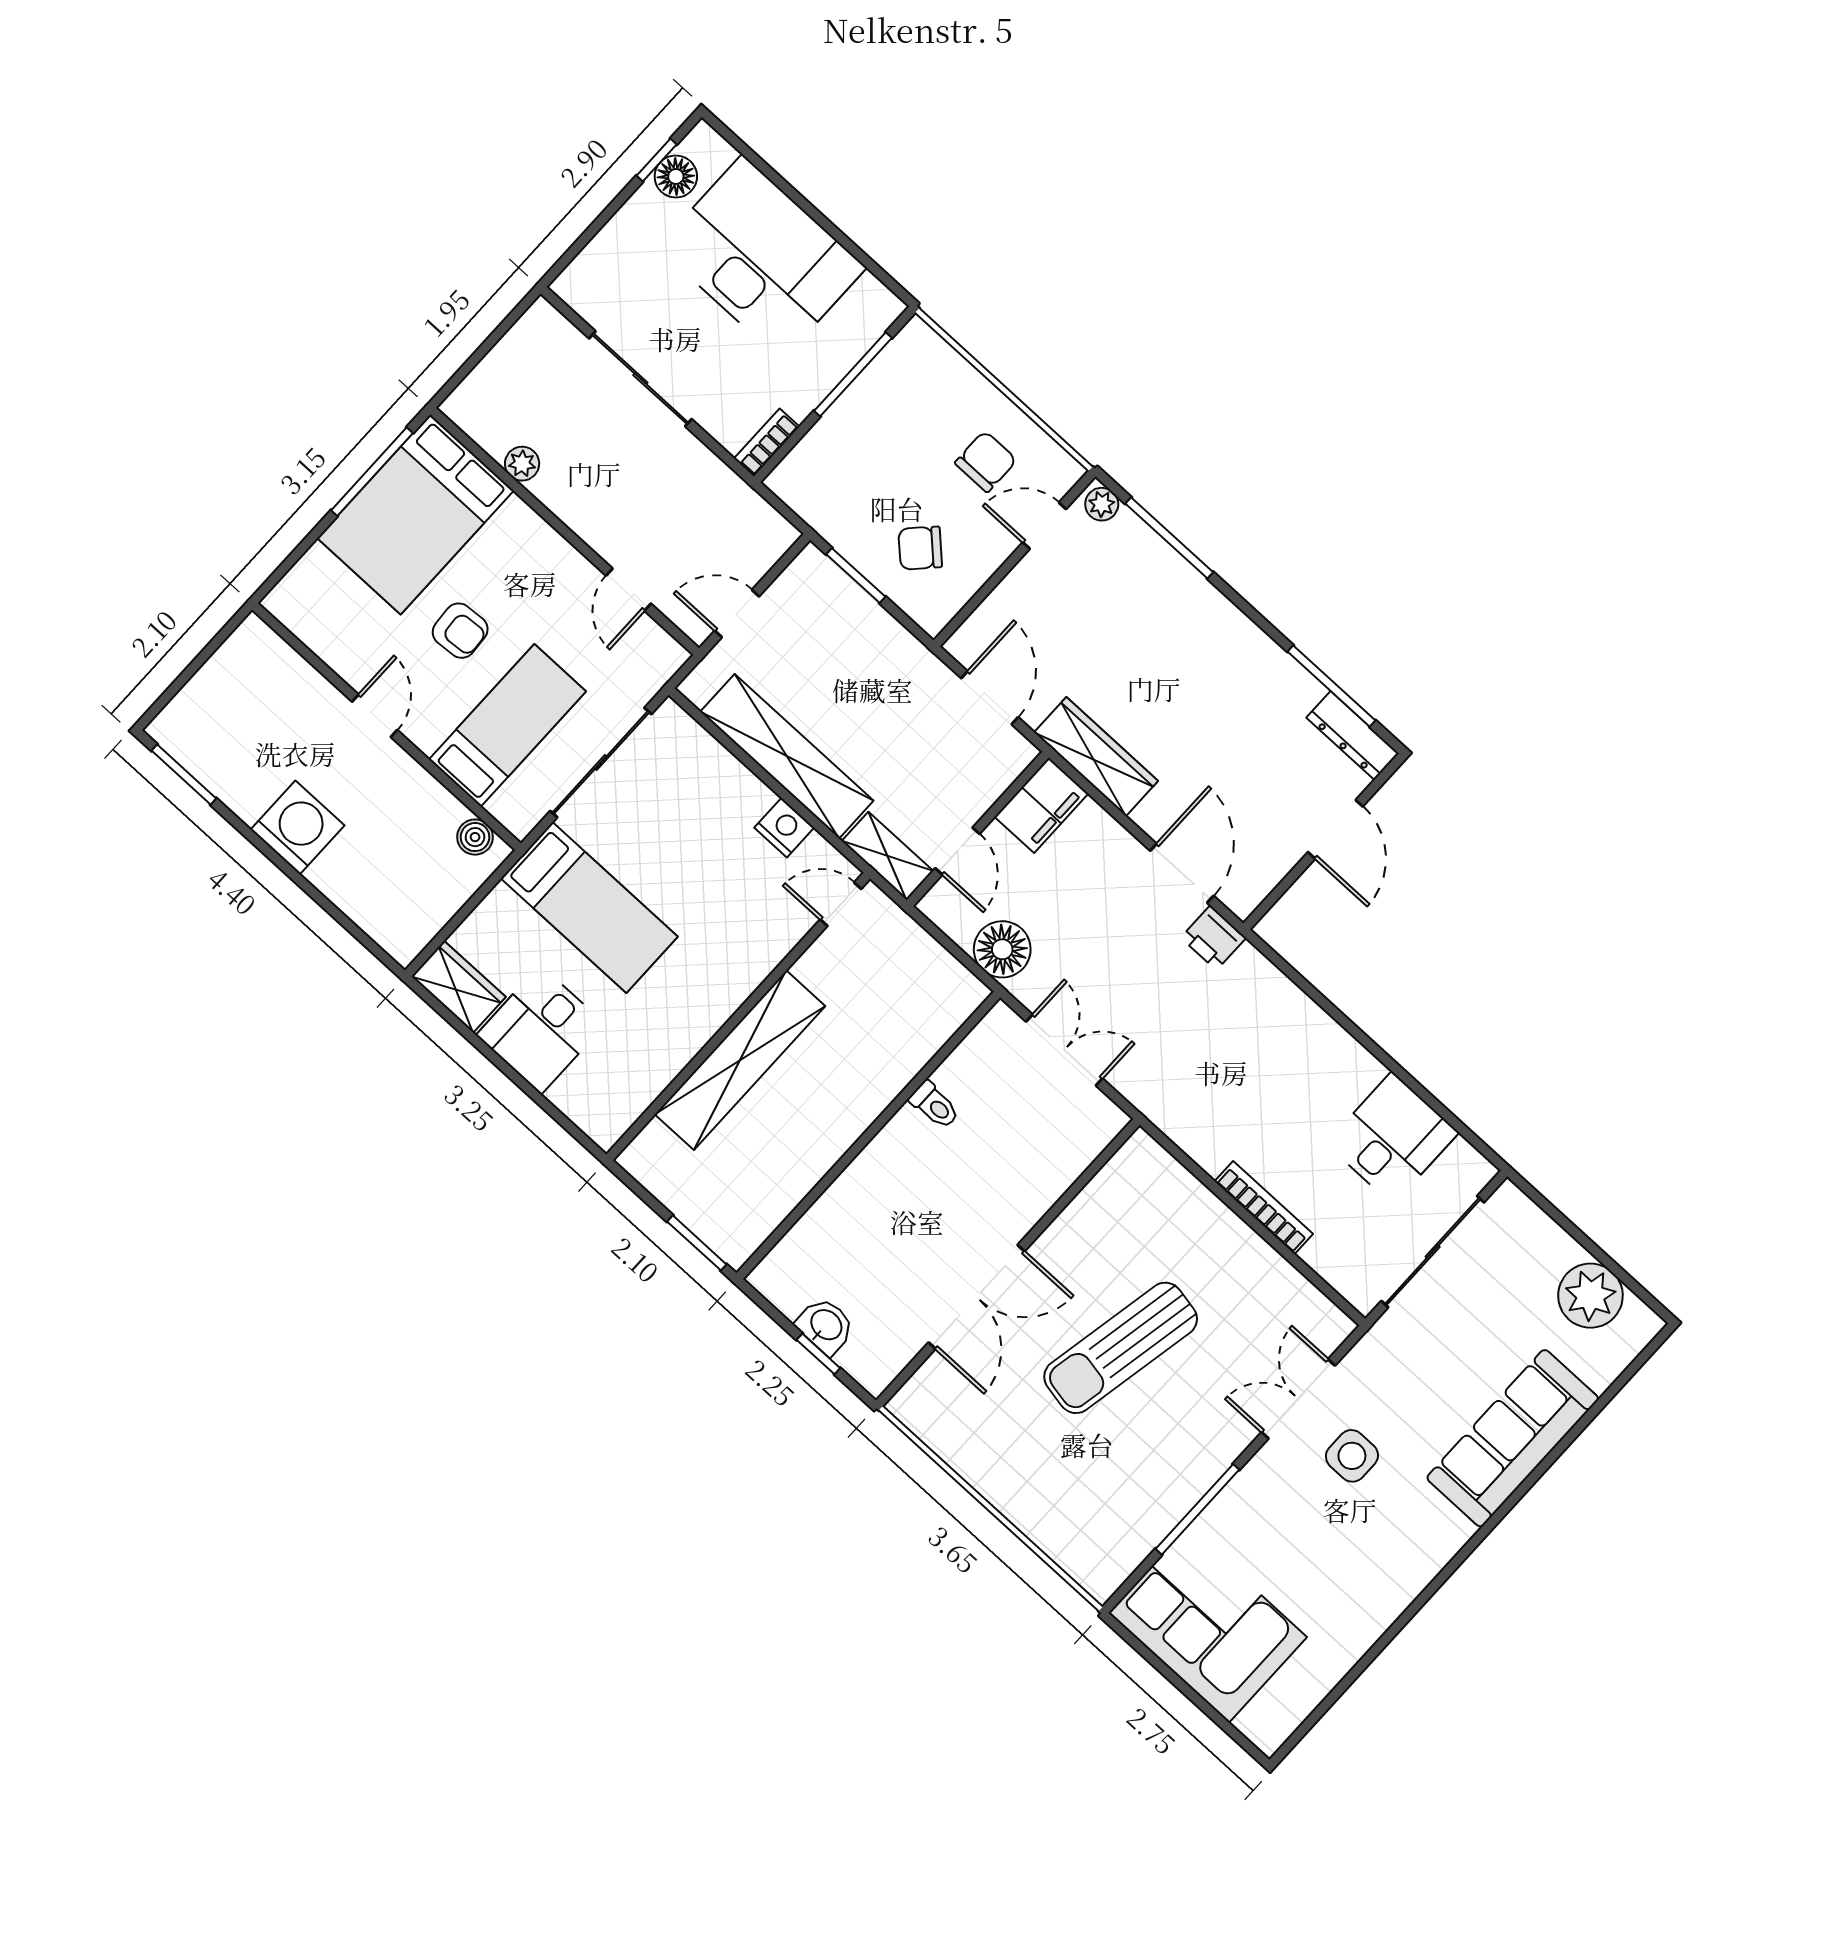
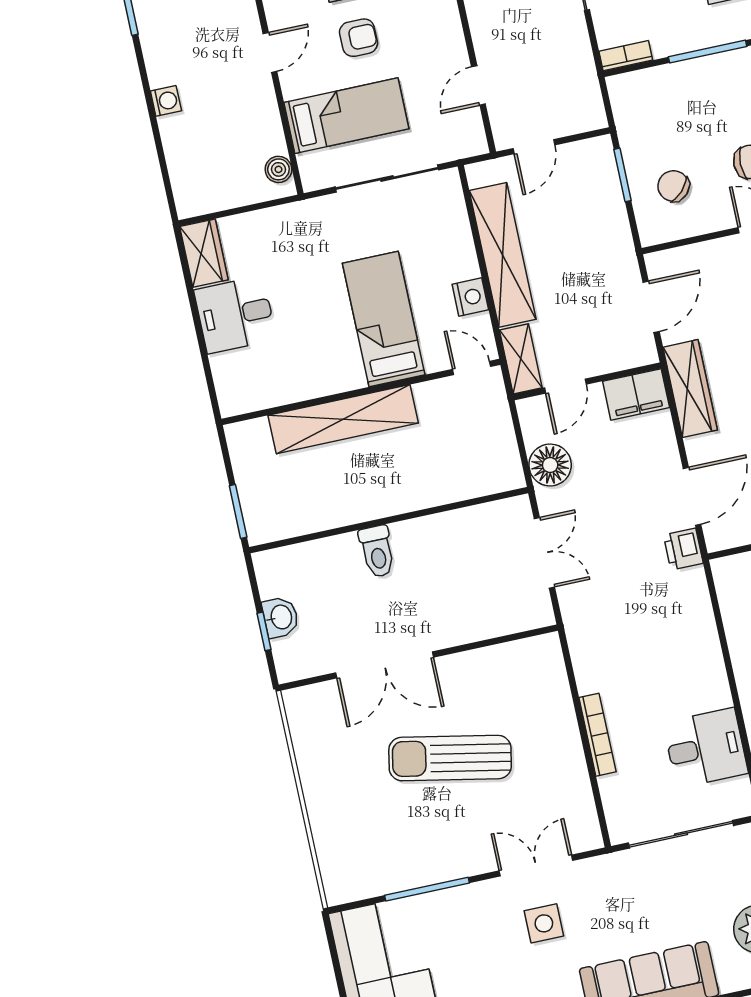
door: (737, 613) -> (534, 147), swing flipped
armchair: (460, 631) -> (358, 38), turned -86
washing machine: (298, 827) -> (166, 101), width x0.53, depth x0.53
bed: (589, 907) -> (384, 319), moved, turned 180
toilet: (934, 1105) -> (377, 551), moved, width x1.37, depth x1.39

